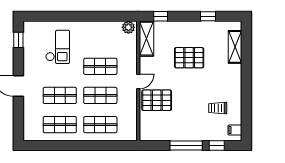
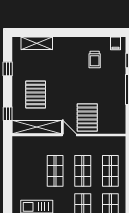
plant: (128, 27) -> (18, 144), removed
shelving: (146, 39) -> (37, 127), width x1.47
pallet: (189, 58) -> (36, 94), moved

